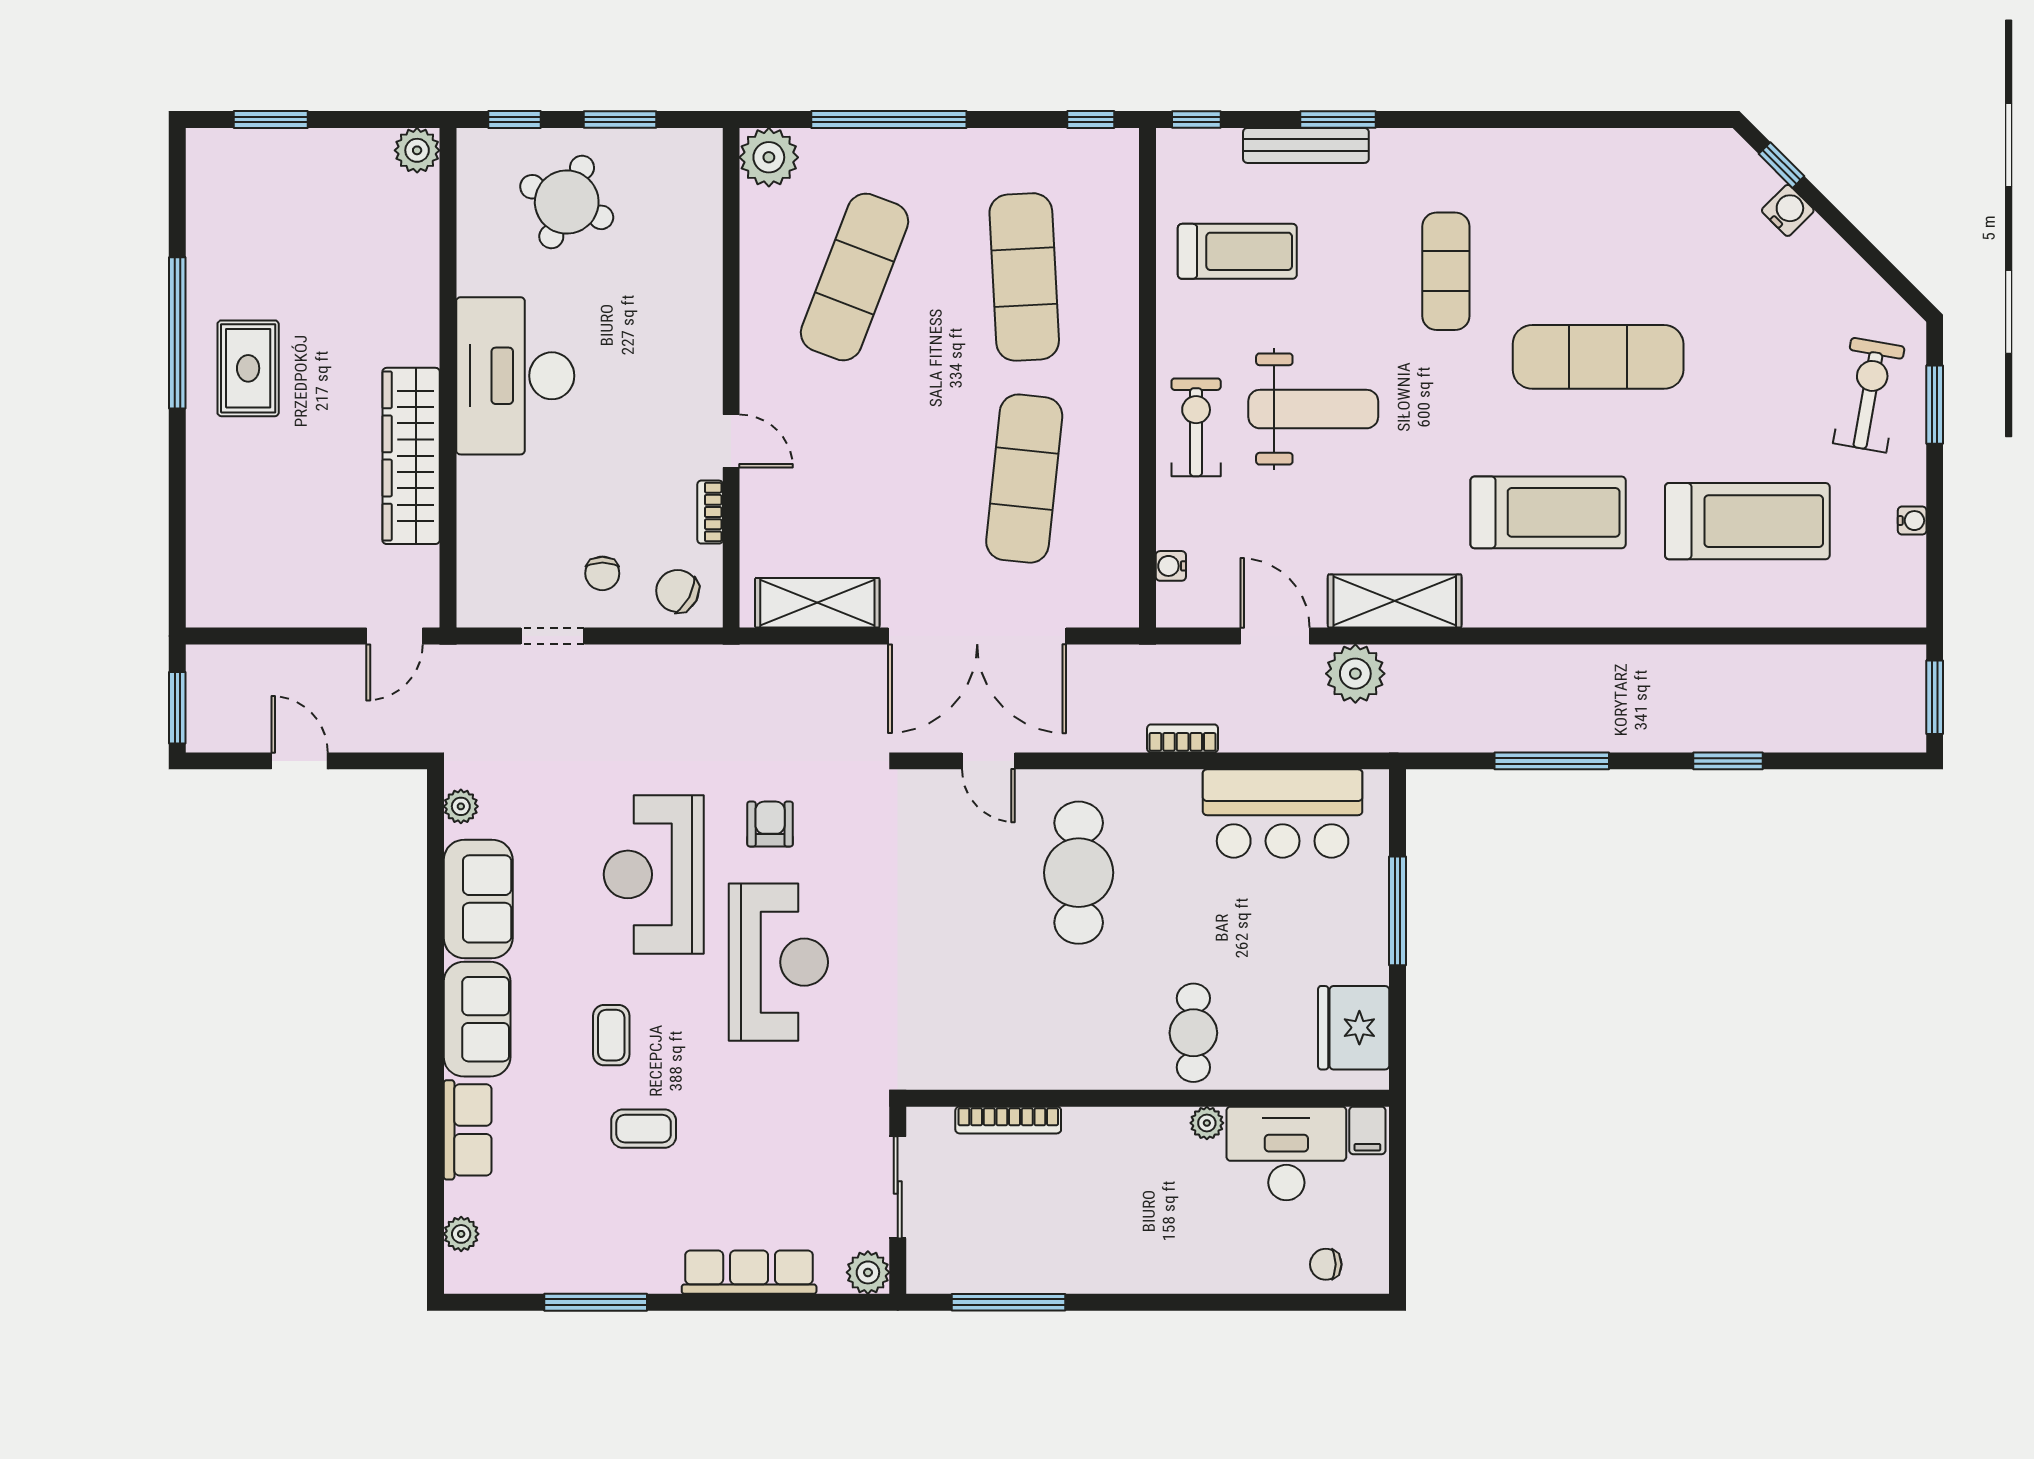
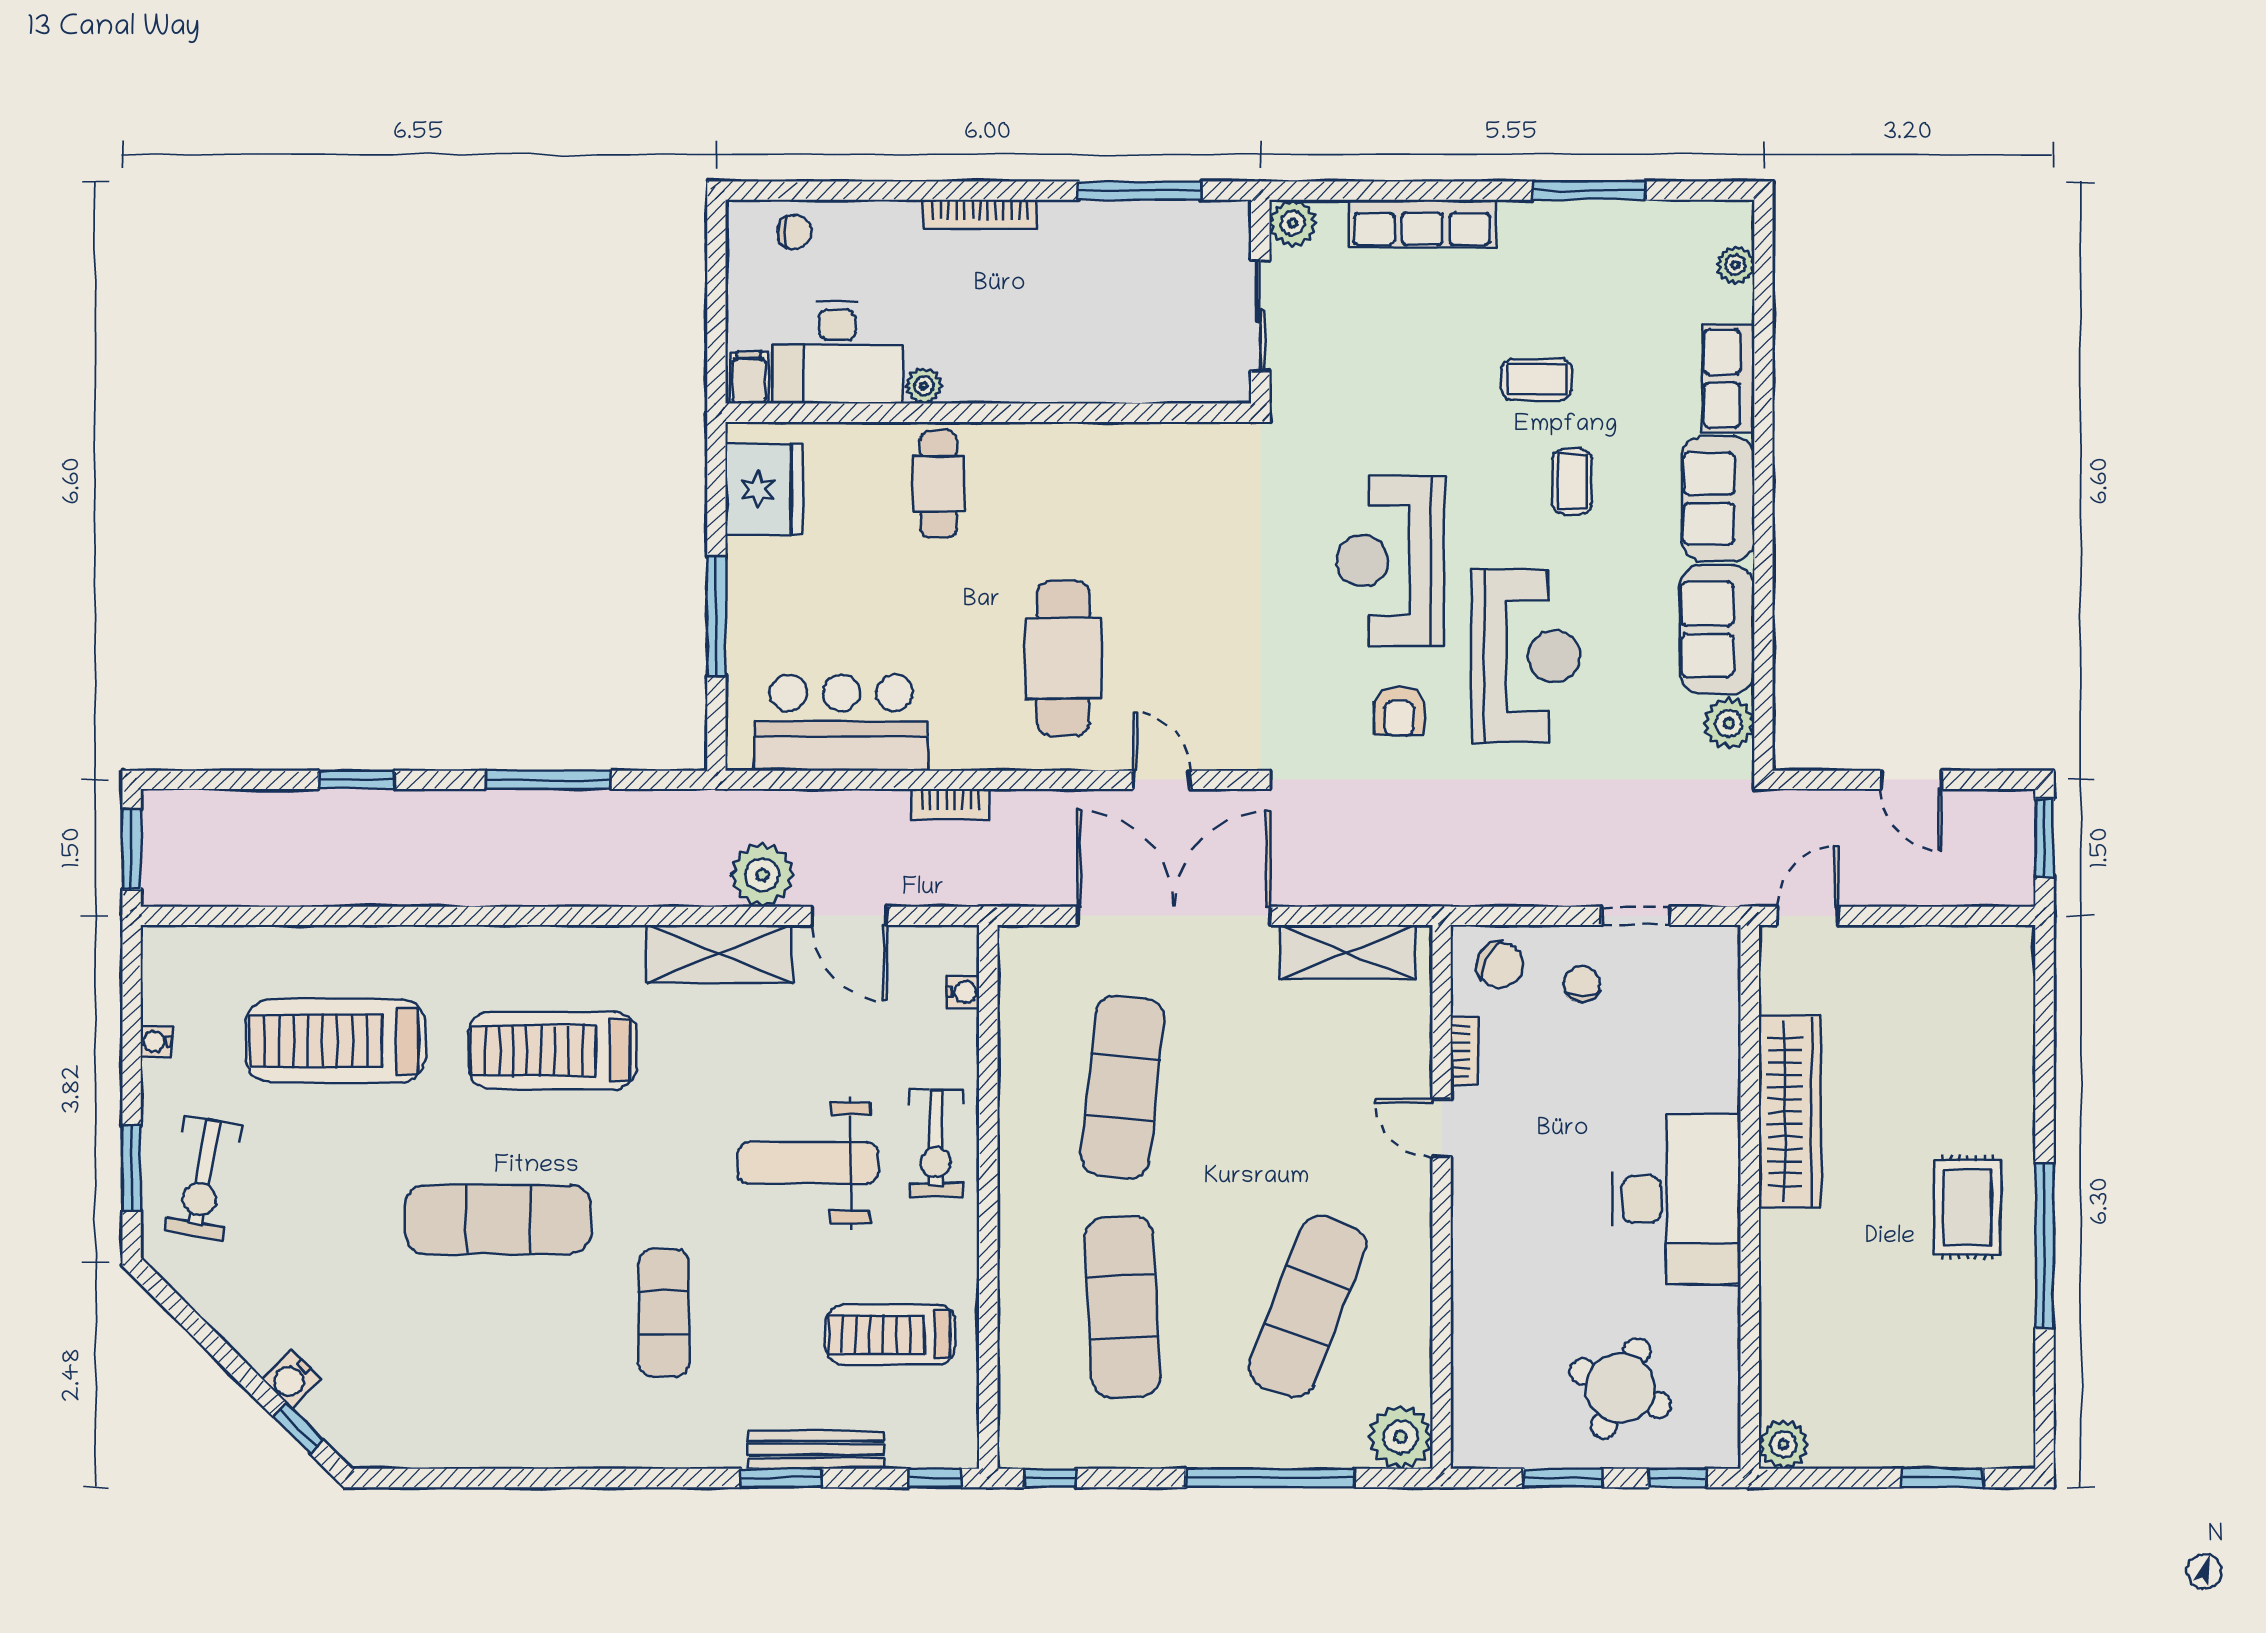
plant: (461, 806) -> (1729, 723), width x1.38, depth x1.38
bookcase: (1008, 1120) -> (980, 214), moved, turned 180

